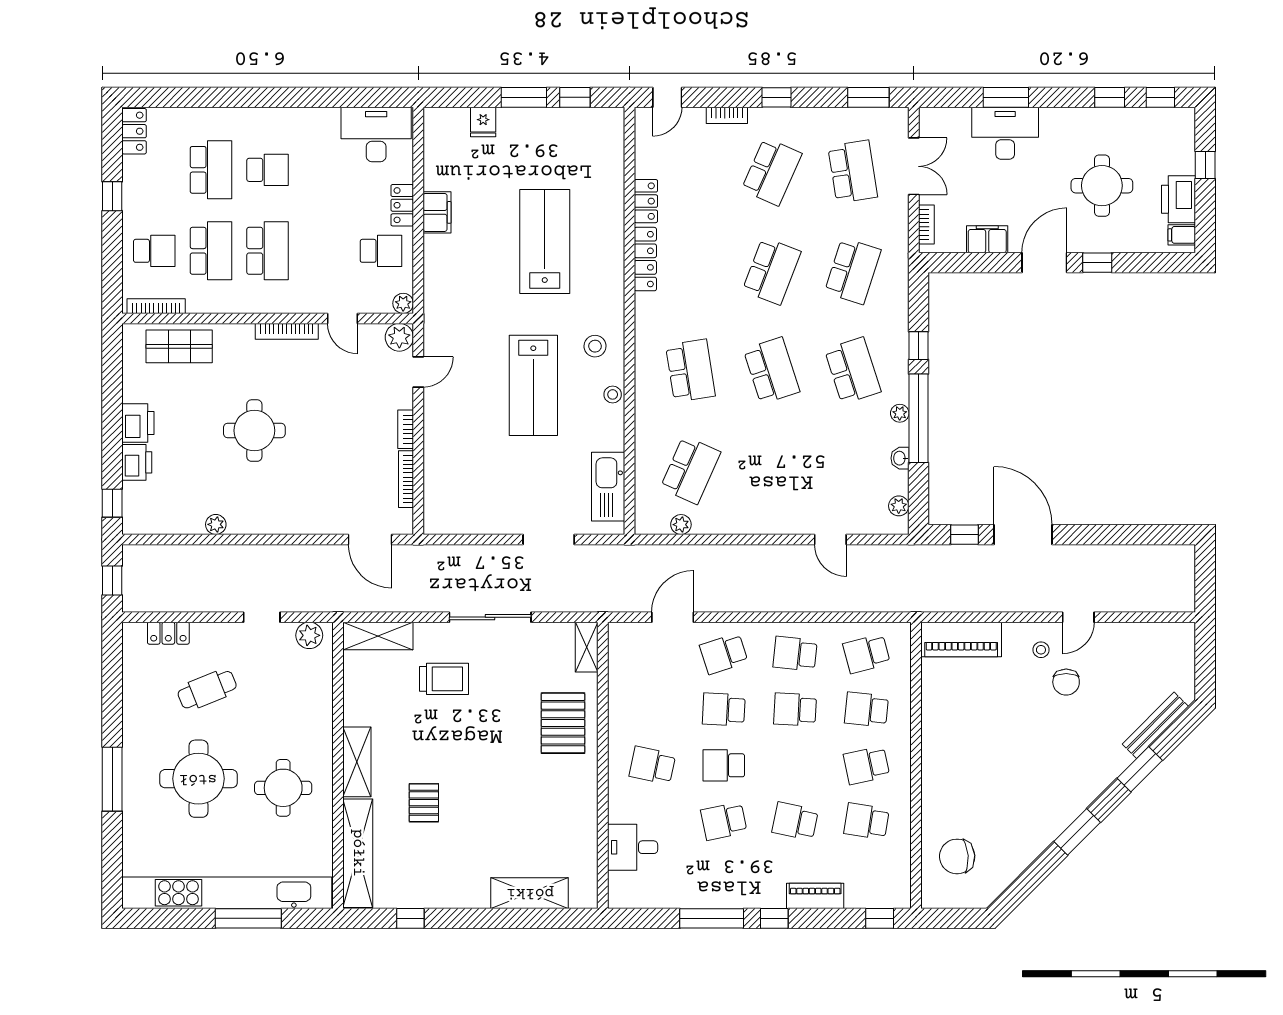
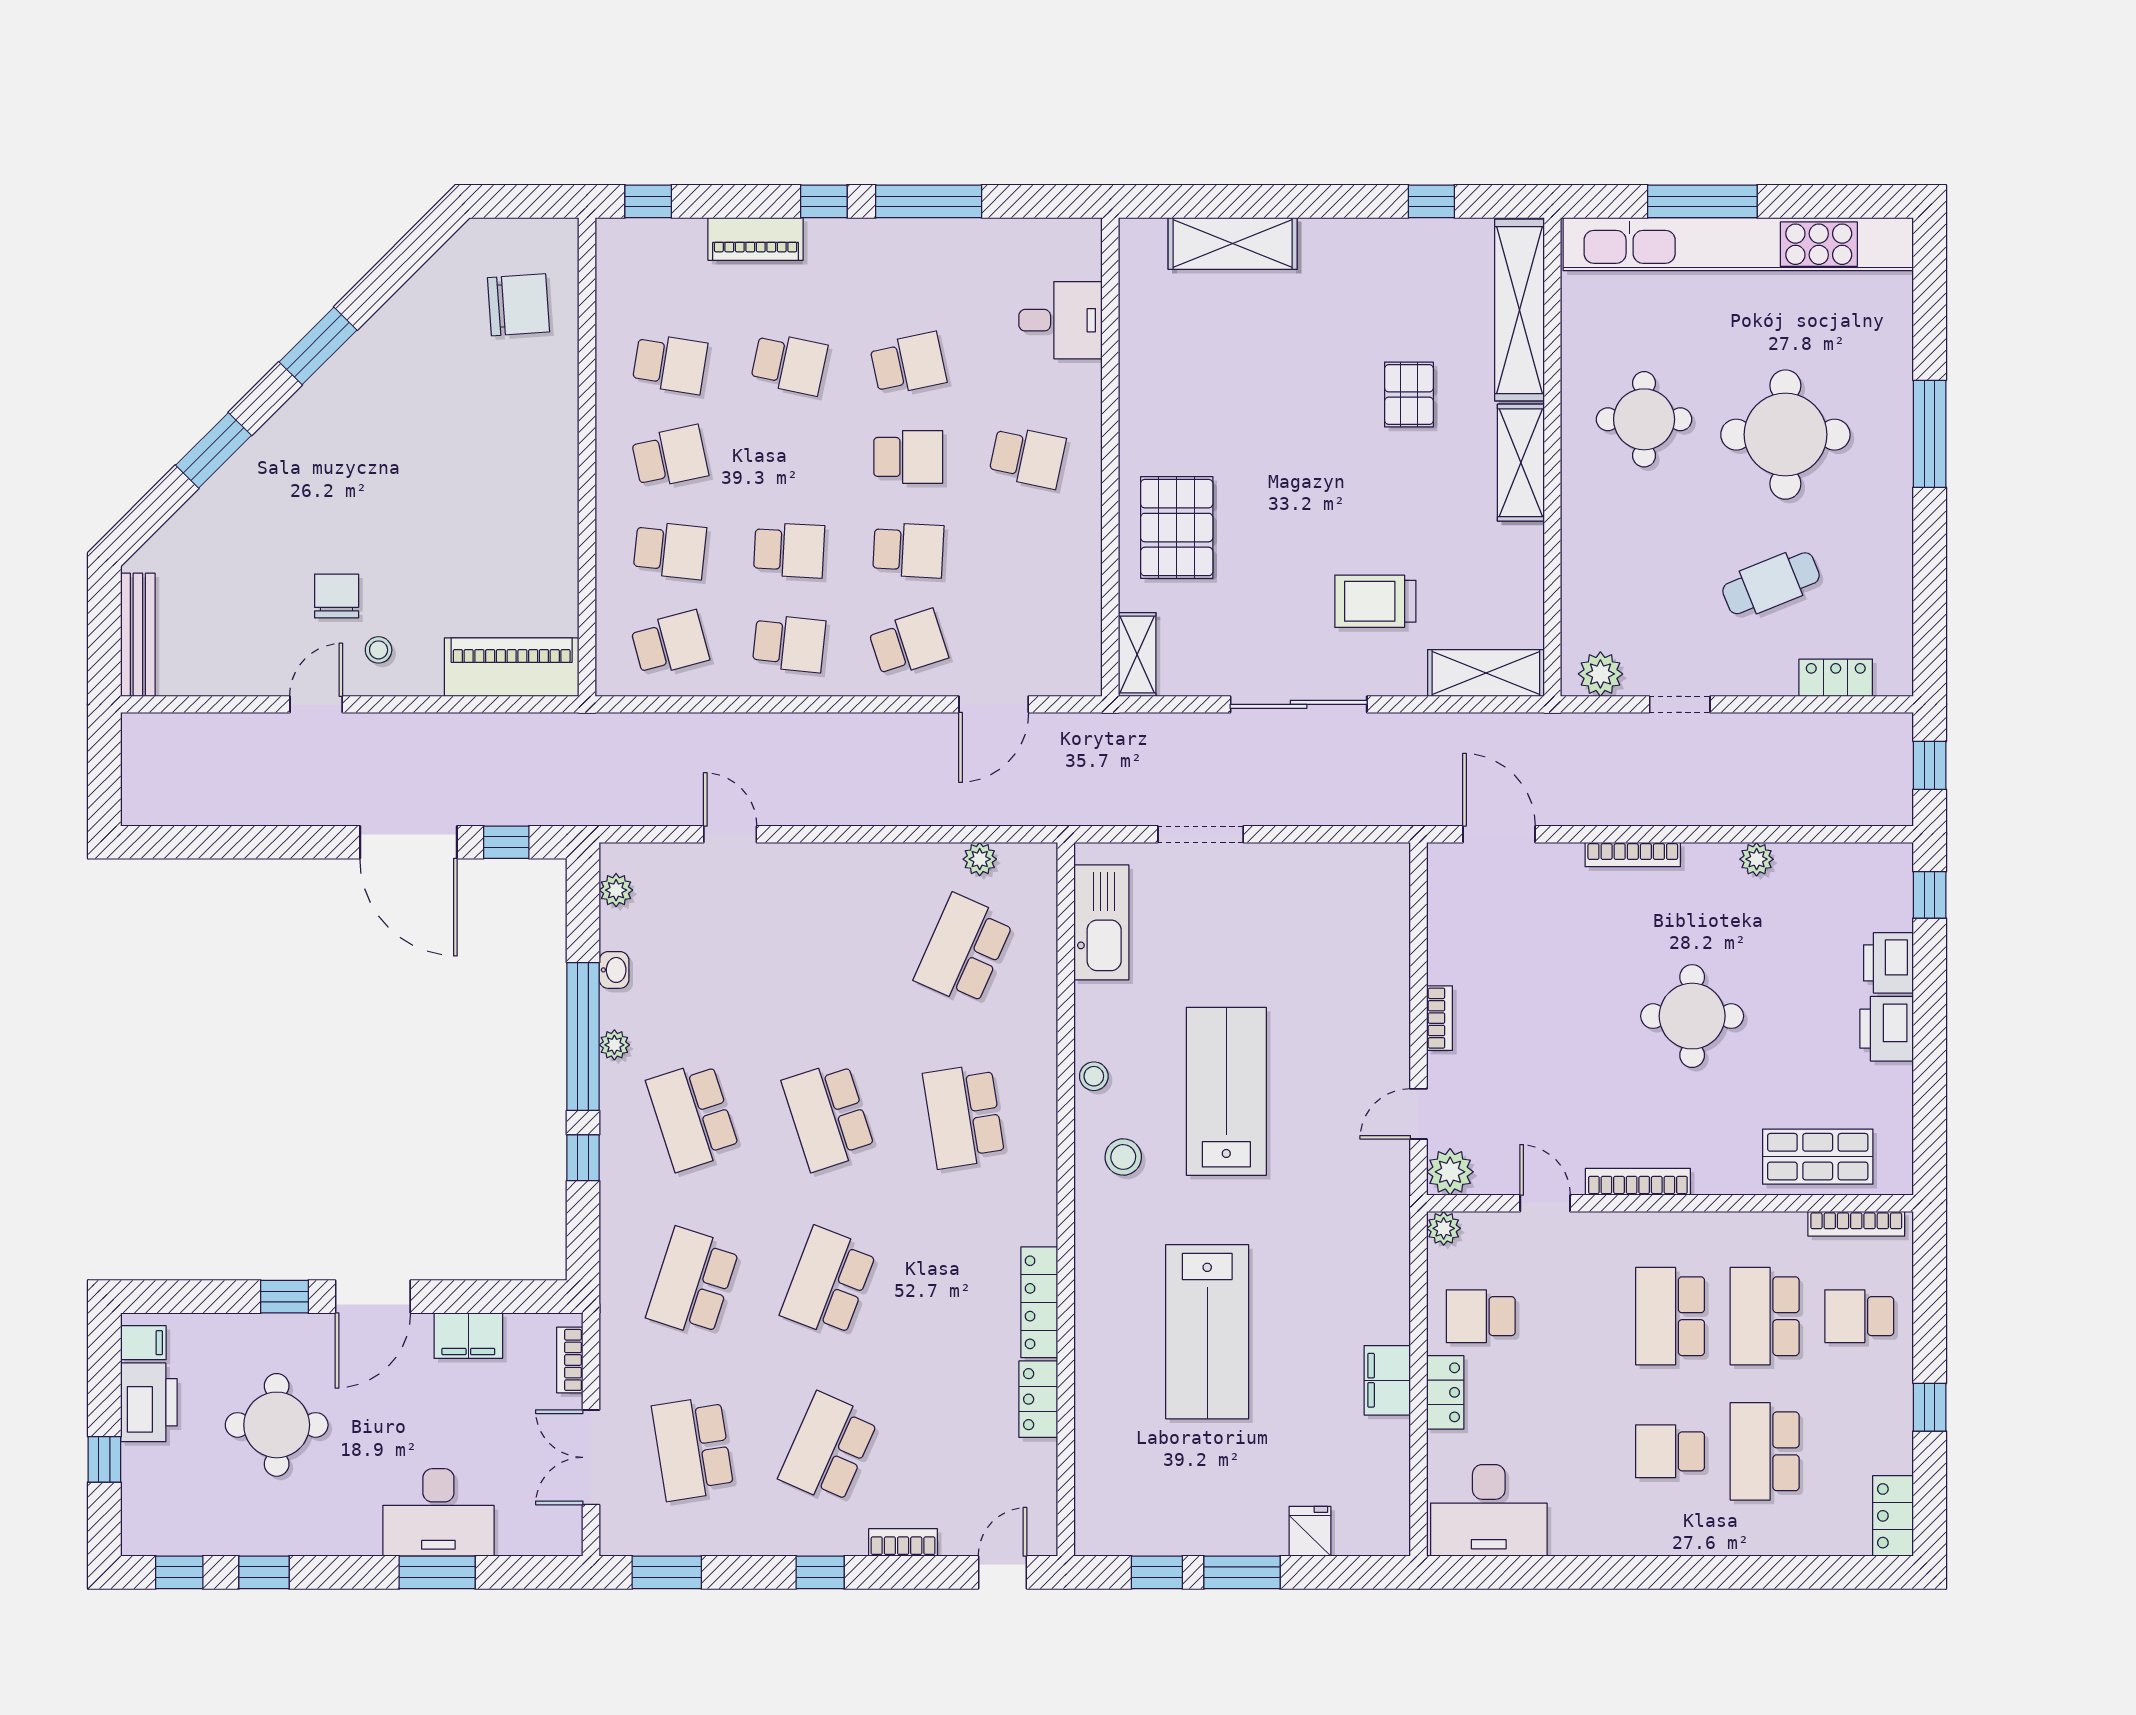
bookcase: (406, 479) -> (1633, 854), moved, turned 90
bench: (1155, 725) -> (138, 635), moved, turned -45

